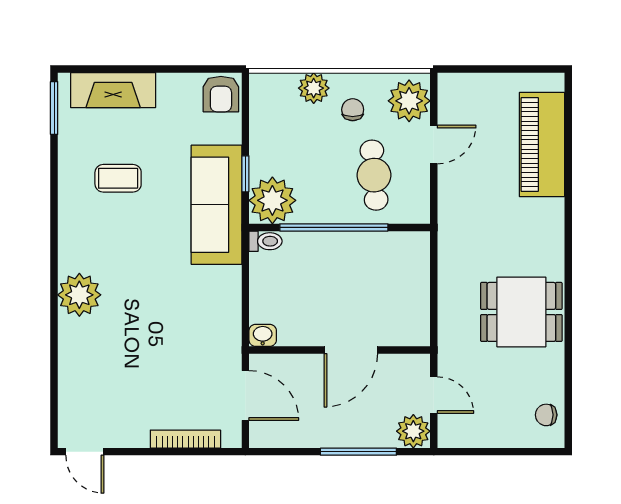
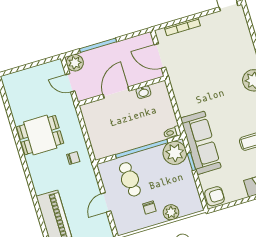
armchair: (221, 94) -> (214, 196), turned 90
plant: (409, 101) -> (124, 220), removed
washbasin: (263, 335) -> (143, 92), moved
chair: (546, 415) -> (73, 158), moved

